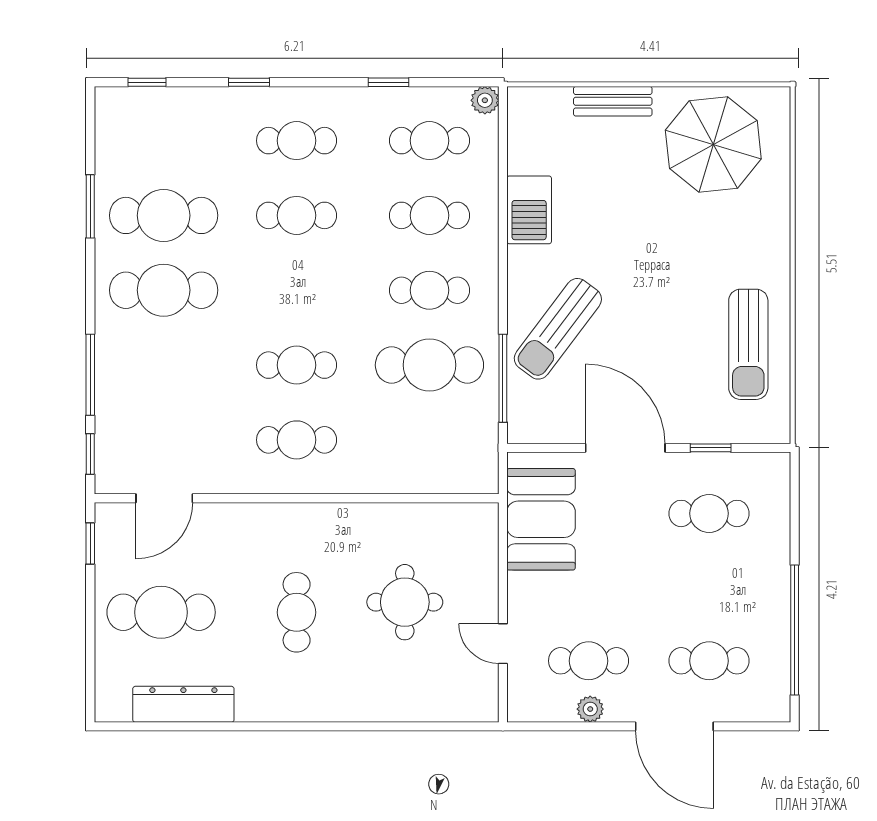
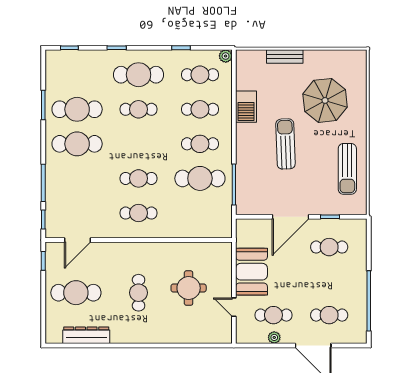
cafe table: (297, 141) -> (139, 75), width x1.37, depth x1.35
parasol: (713, 144) -> (325, 100), moved
sun lounger: (558, 329) -> (285, 144), moved, turned 141
door: (625, 448) -> (290, 217), swing flipped
booth: (541, 519) -> (252, 272), moved

